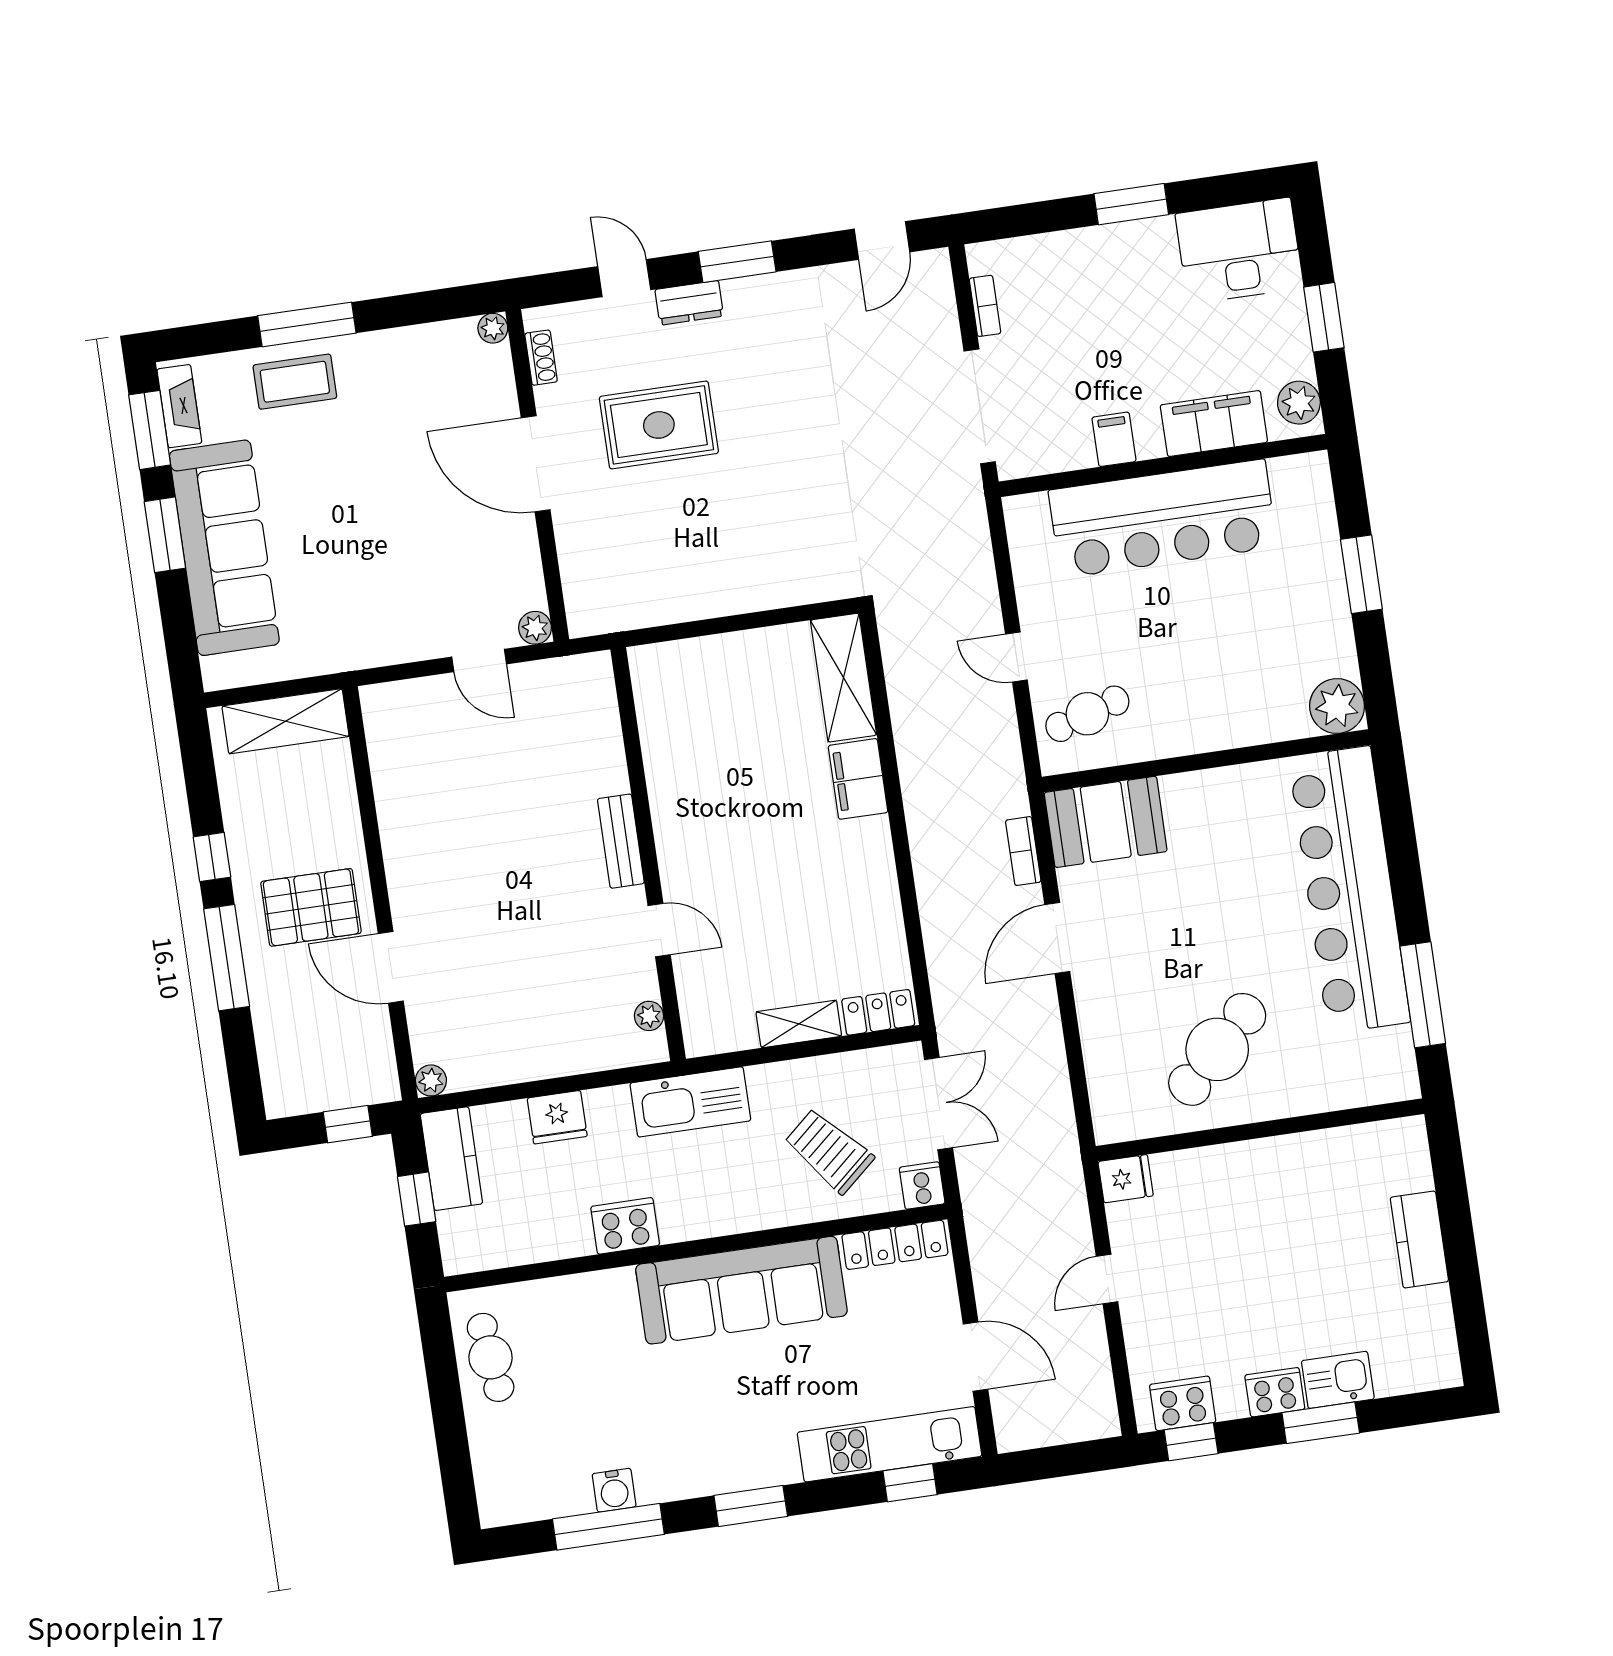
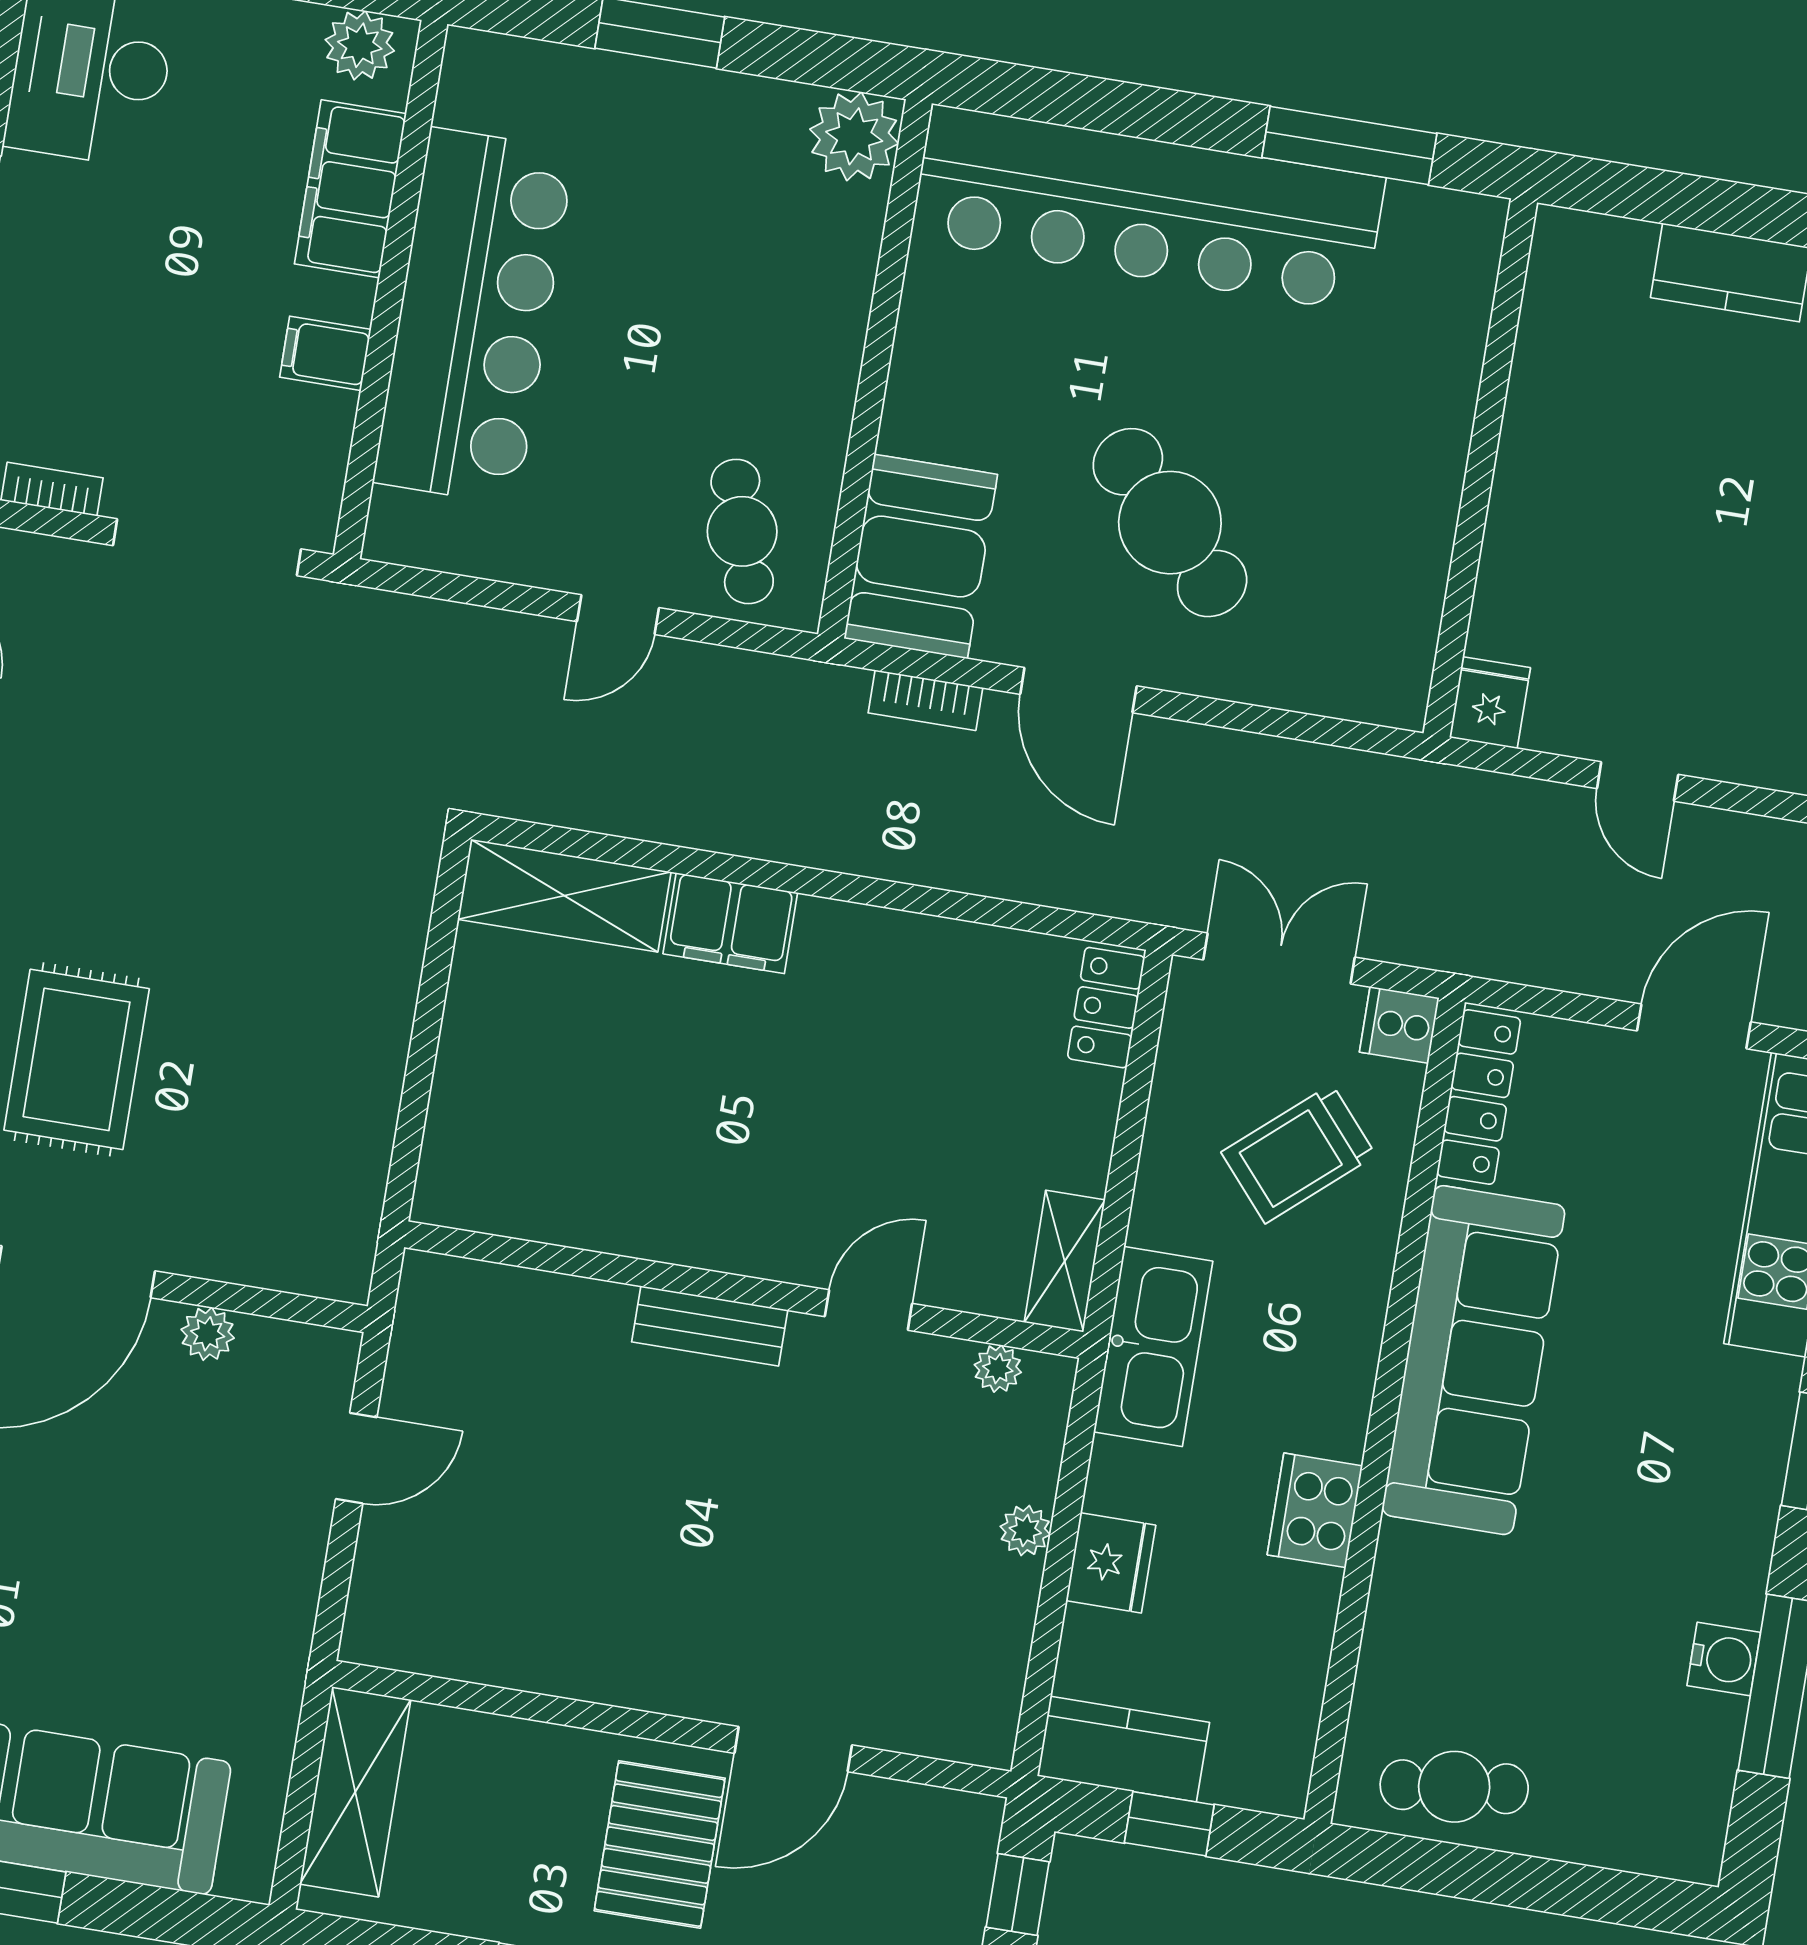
plant: (535, 628) -> (208, 1334), moved
shelving: (799, 1024) -> (1065, 1261), moved
cafe table: (1217, 1049) -> (1170, 523), moved
plant: (431, 1080) -> (1025, 1530), moved

